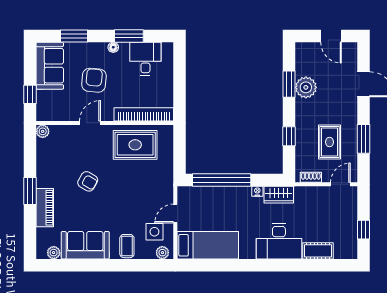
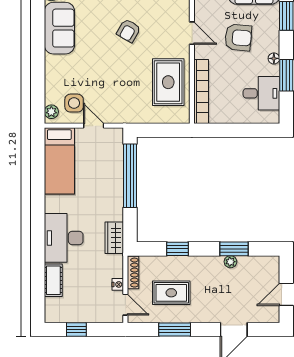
plant: (306, 87) -> (230, 262), width x0.53, depth x0.53
shoe rack: (311, 177) -> (133, 273), width x1.43
nightstand: (257, 191) -> (118, 284), moved
coffee table: (127, 246) -> (59, 73), removed

